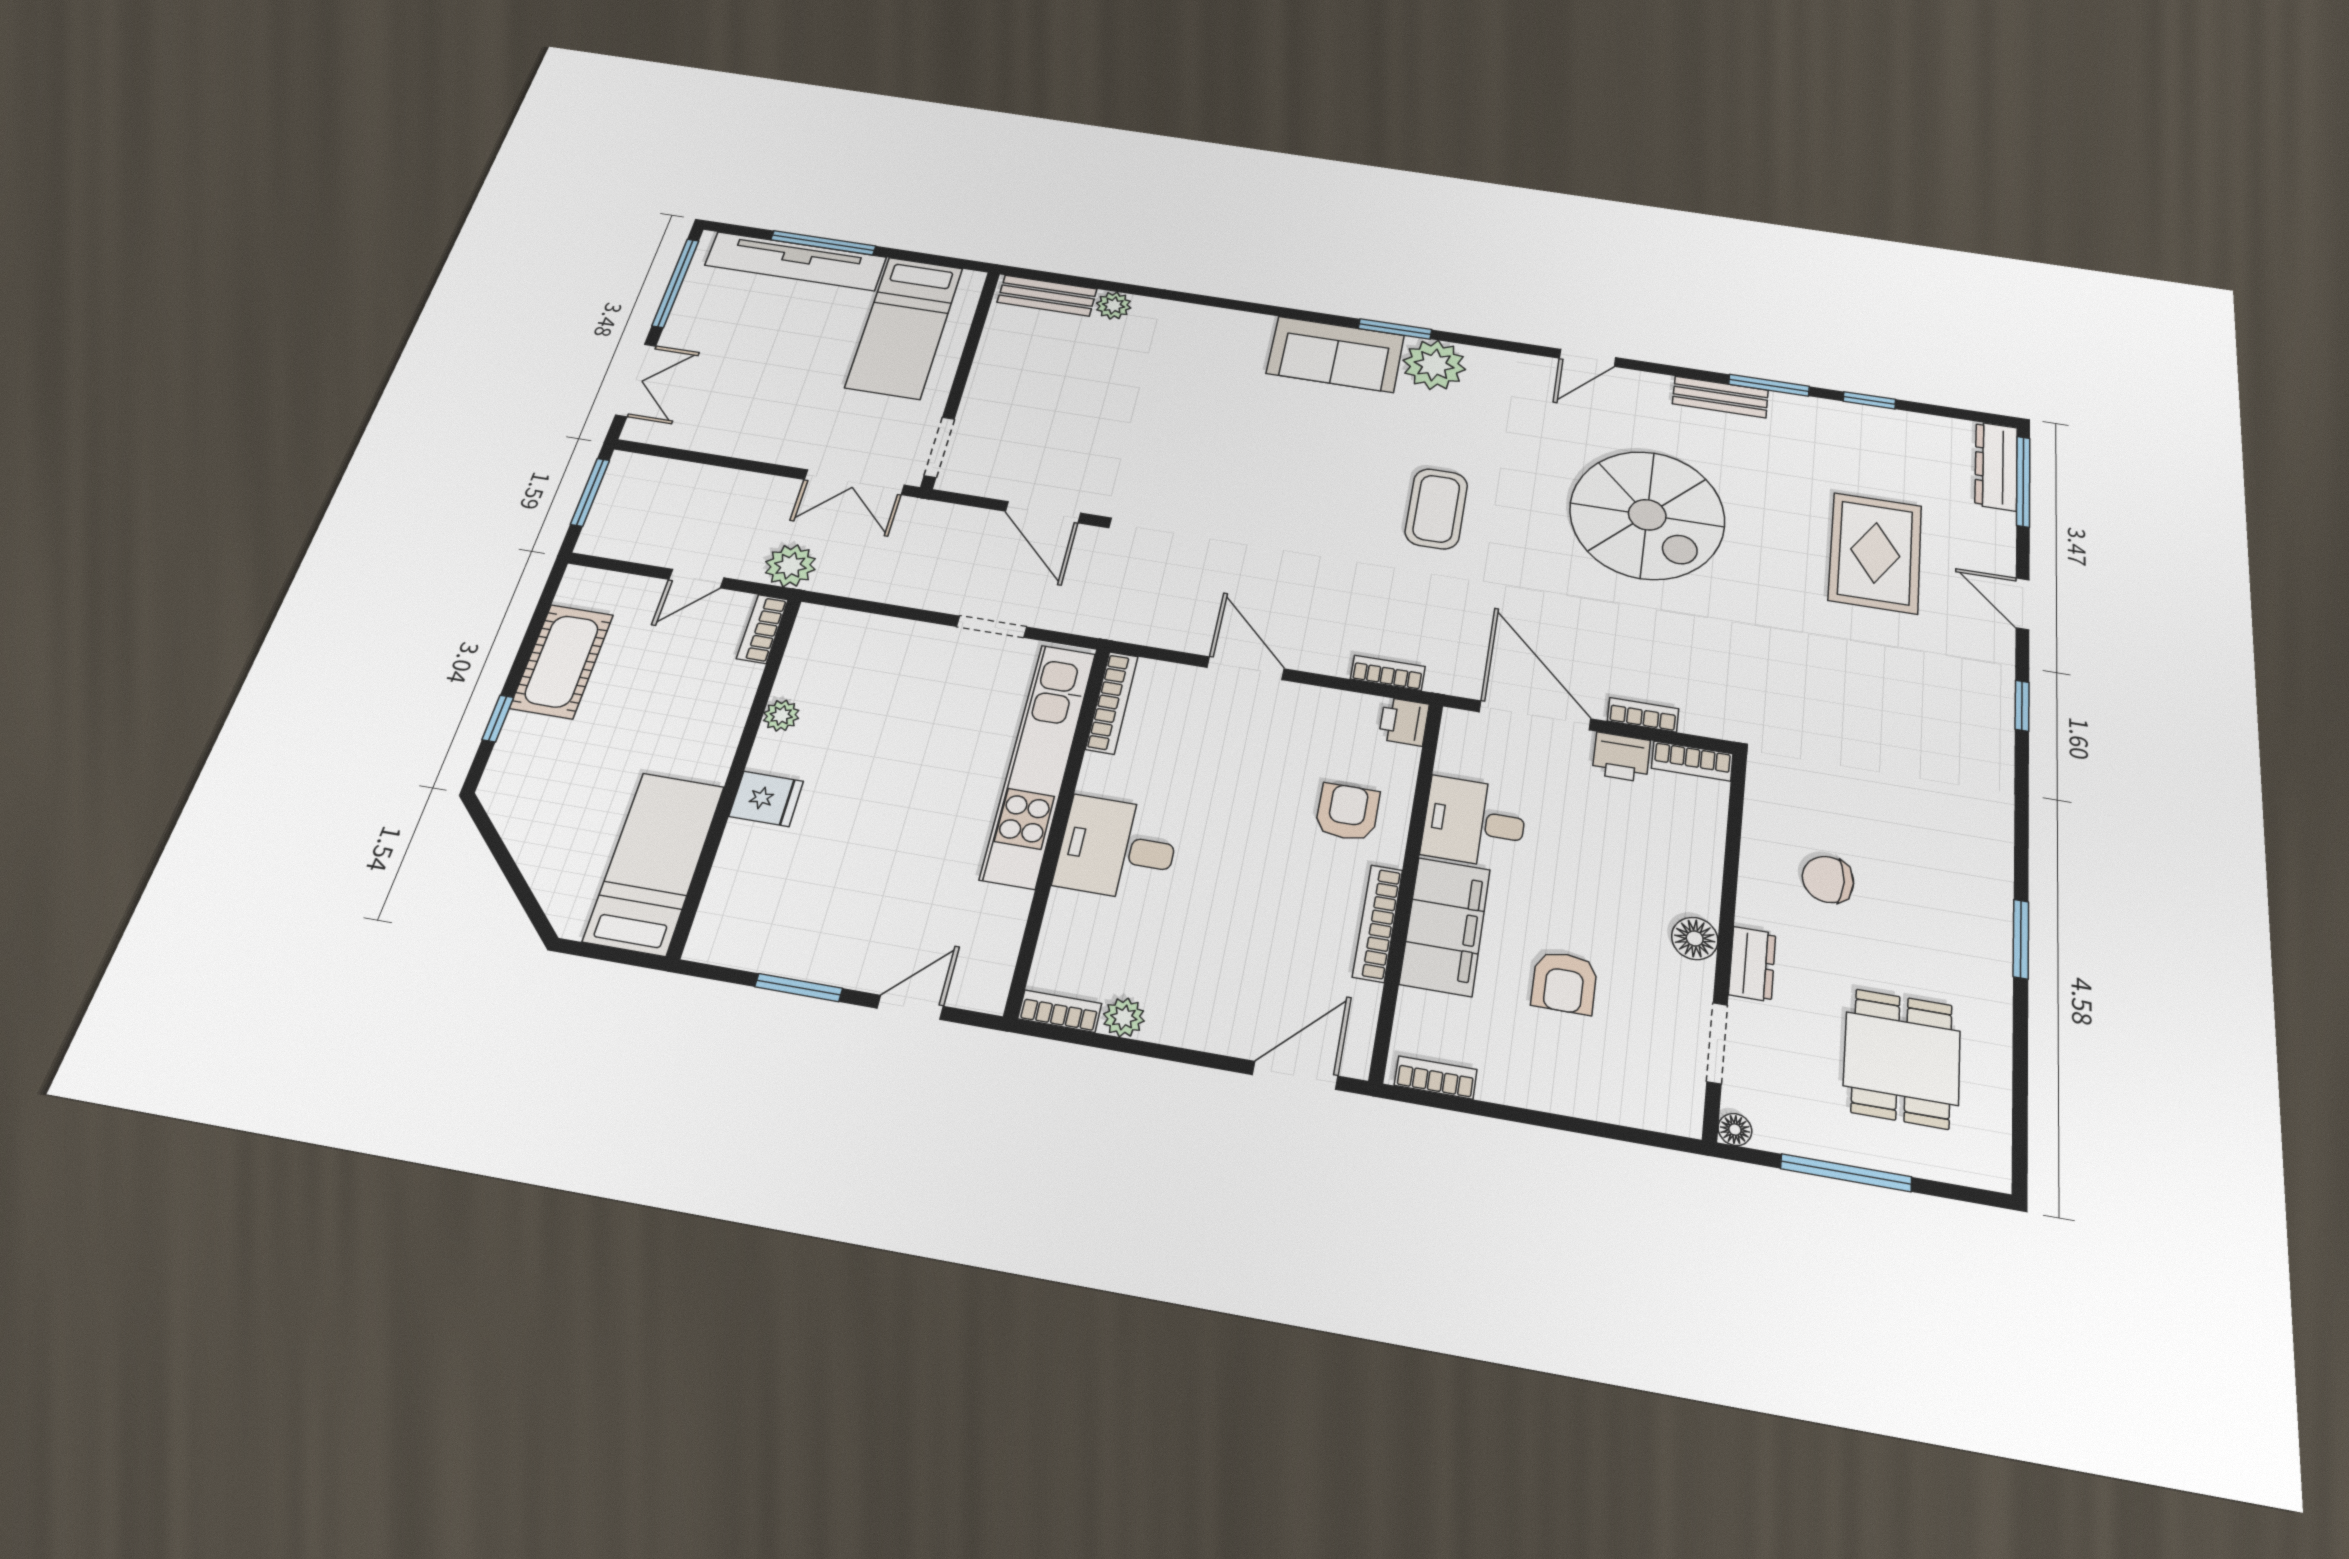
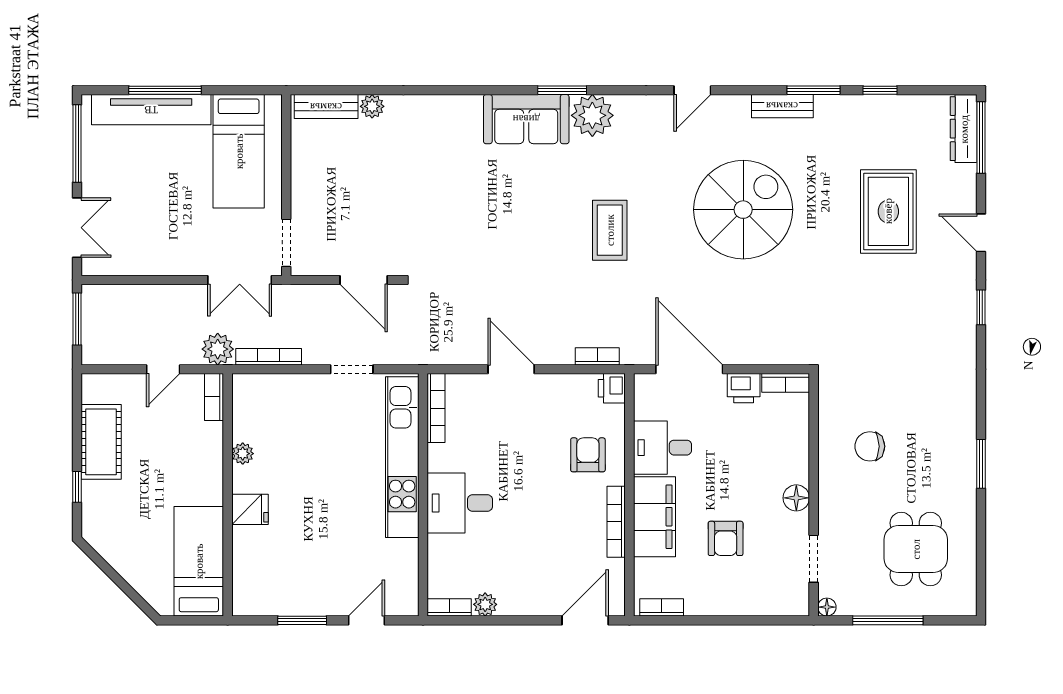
spiral stairs: (1647, 515) -> (743, 210), turned -90
bookcase: (1643, 715) -> (269, 357), moved, width x1.56
dresser: (1752, 964) -> (830, 508), removed

